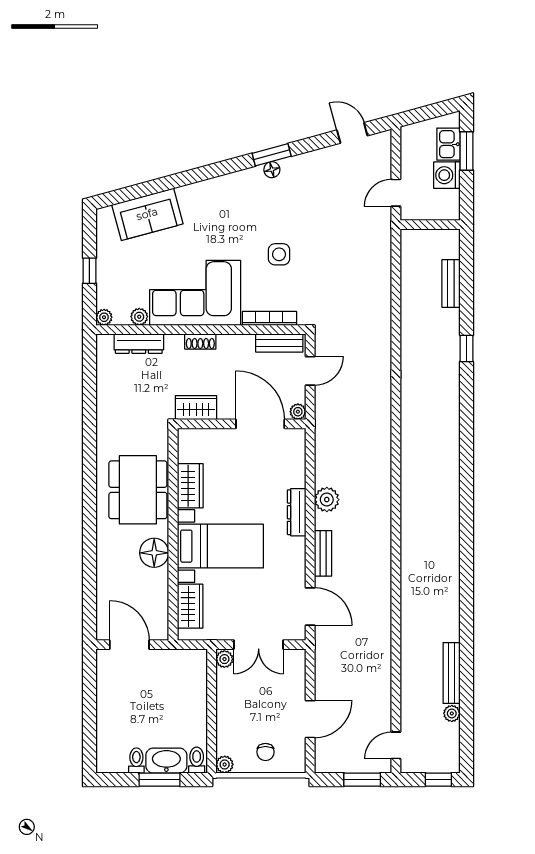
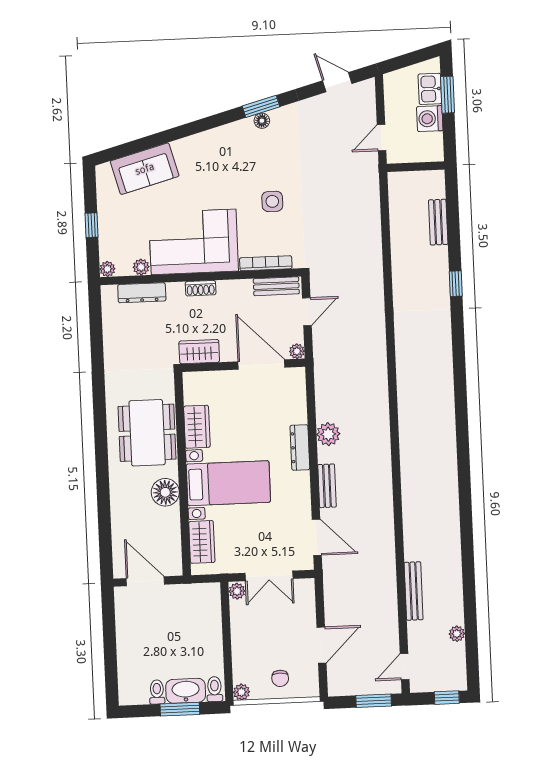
bench: (452, 673) -> (414, 591), moved

